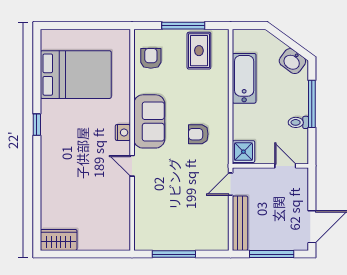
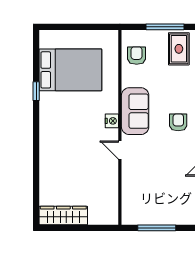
window: (37, 125) -> (36, 91), moved
armchair: (198, 134) -> (178, 122), turned 90
wardrobe: (59, 240) -> (63, 215), width x1.50

